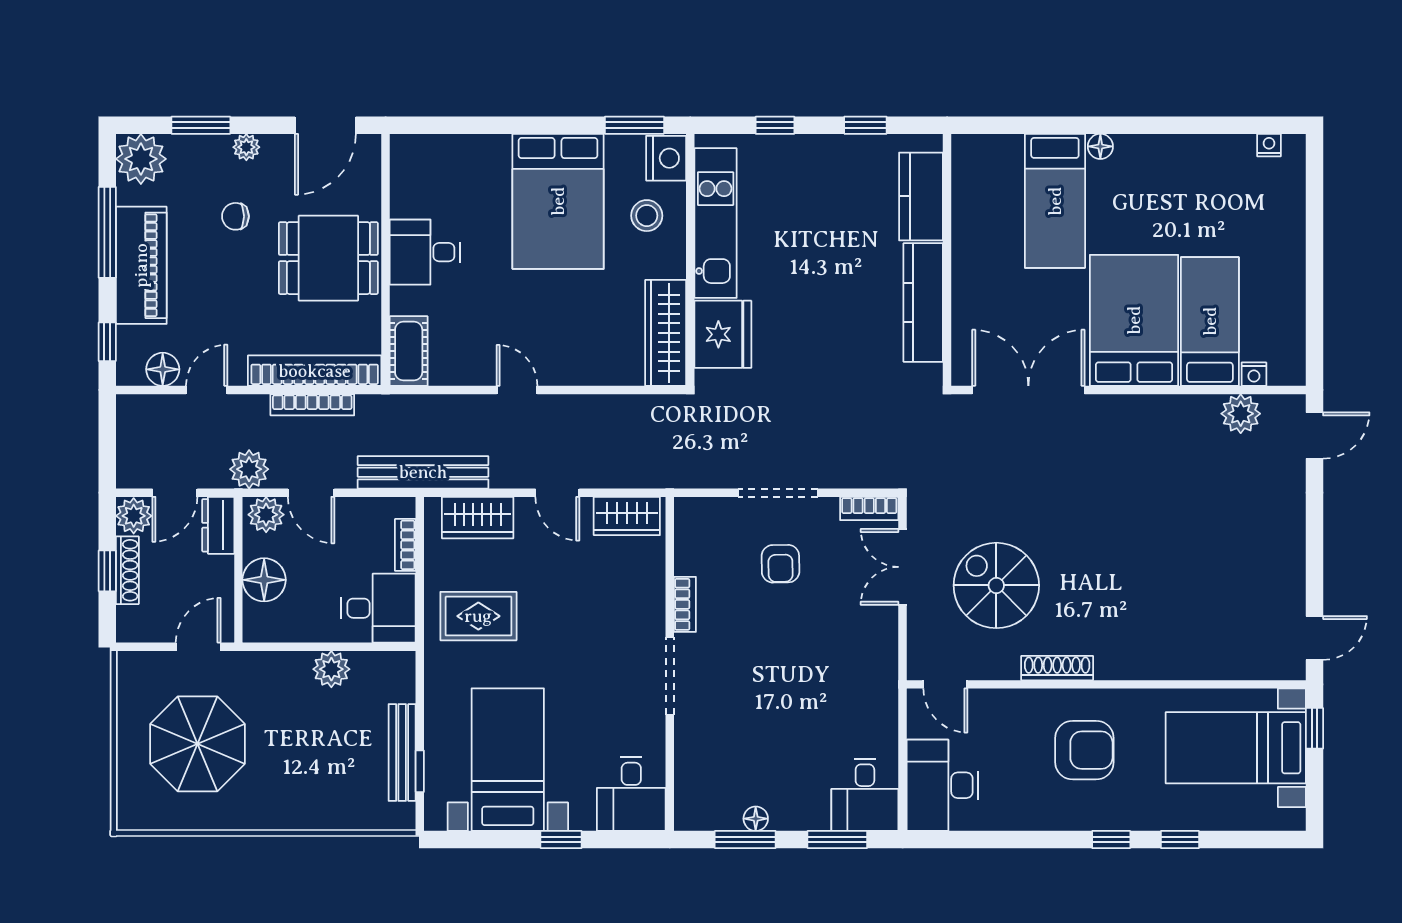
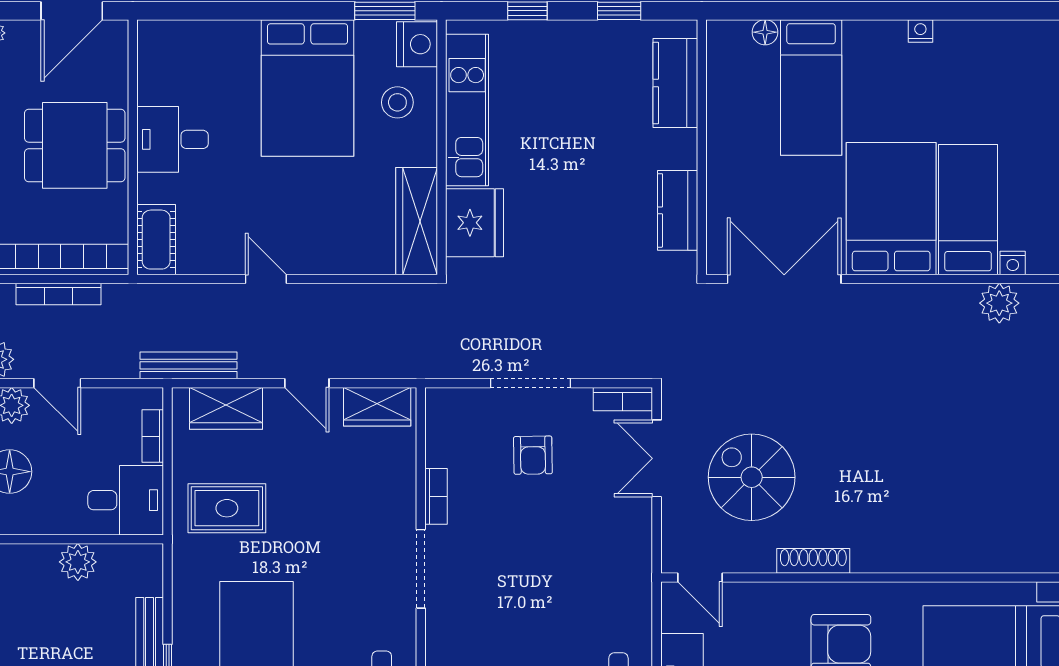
nightstand: (1269, 145) -> (920, 31), moved
floor lamp: (1100, 146) -> (765, 32), moved
kitchen counter: (923, 302) -> (678, 210), width x0.67
bench: (423, 472) -> (188, 365), width x0.73, depth x0.82

